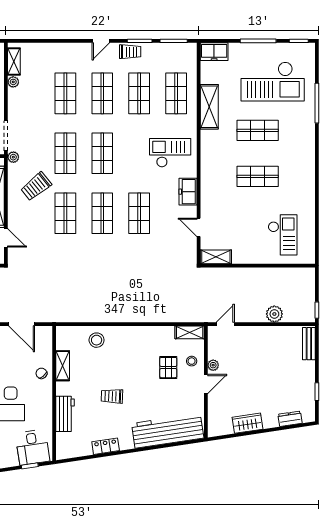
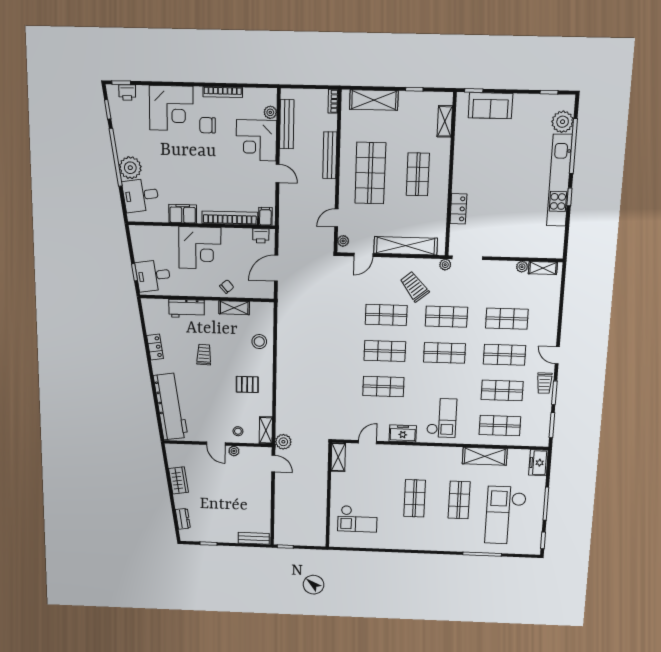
plant: (274, 314) -> (283, 442), moved
pallet: (168, 368) -> (247, 384), moved

